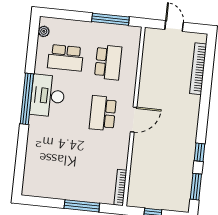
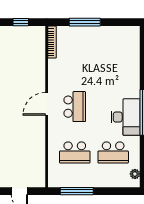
school desk: (66, 58) -> (113, 152), turned 180
school desk: (108, 62) -> (75, 152), turned -90

